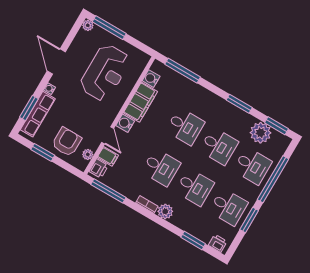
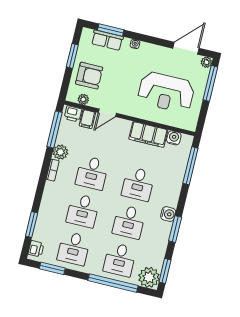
door: (56, 61) -> (186, 48), moved
row of seats: (38, 114) -> (107, 40), width x0.68
water cooler: (125, 123) -> (168, 214), moved, turned 90
plant: (261, 133) -> (149, 277), moved
plant: (165, 211) -> (60, 152), moved
window: (249, 220) -> (52, 268), moved

